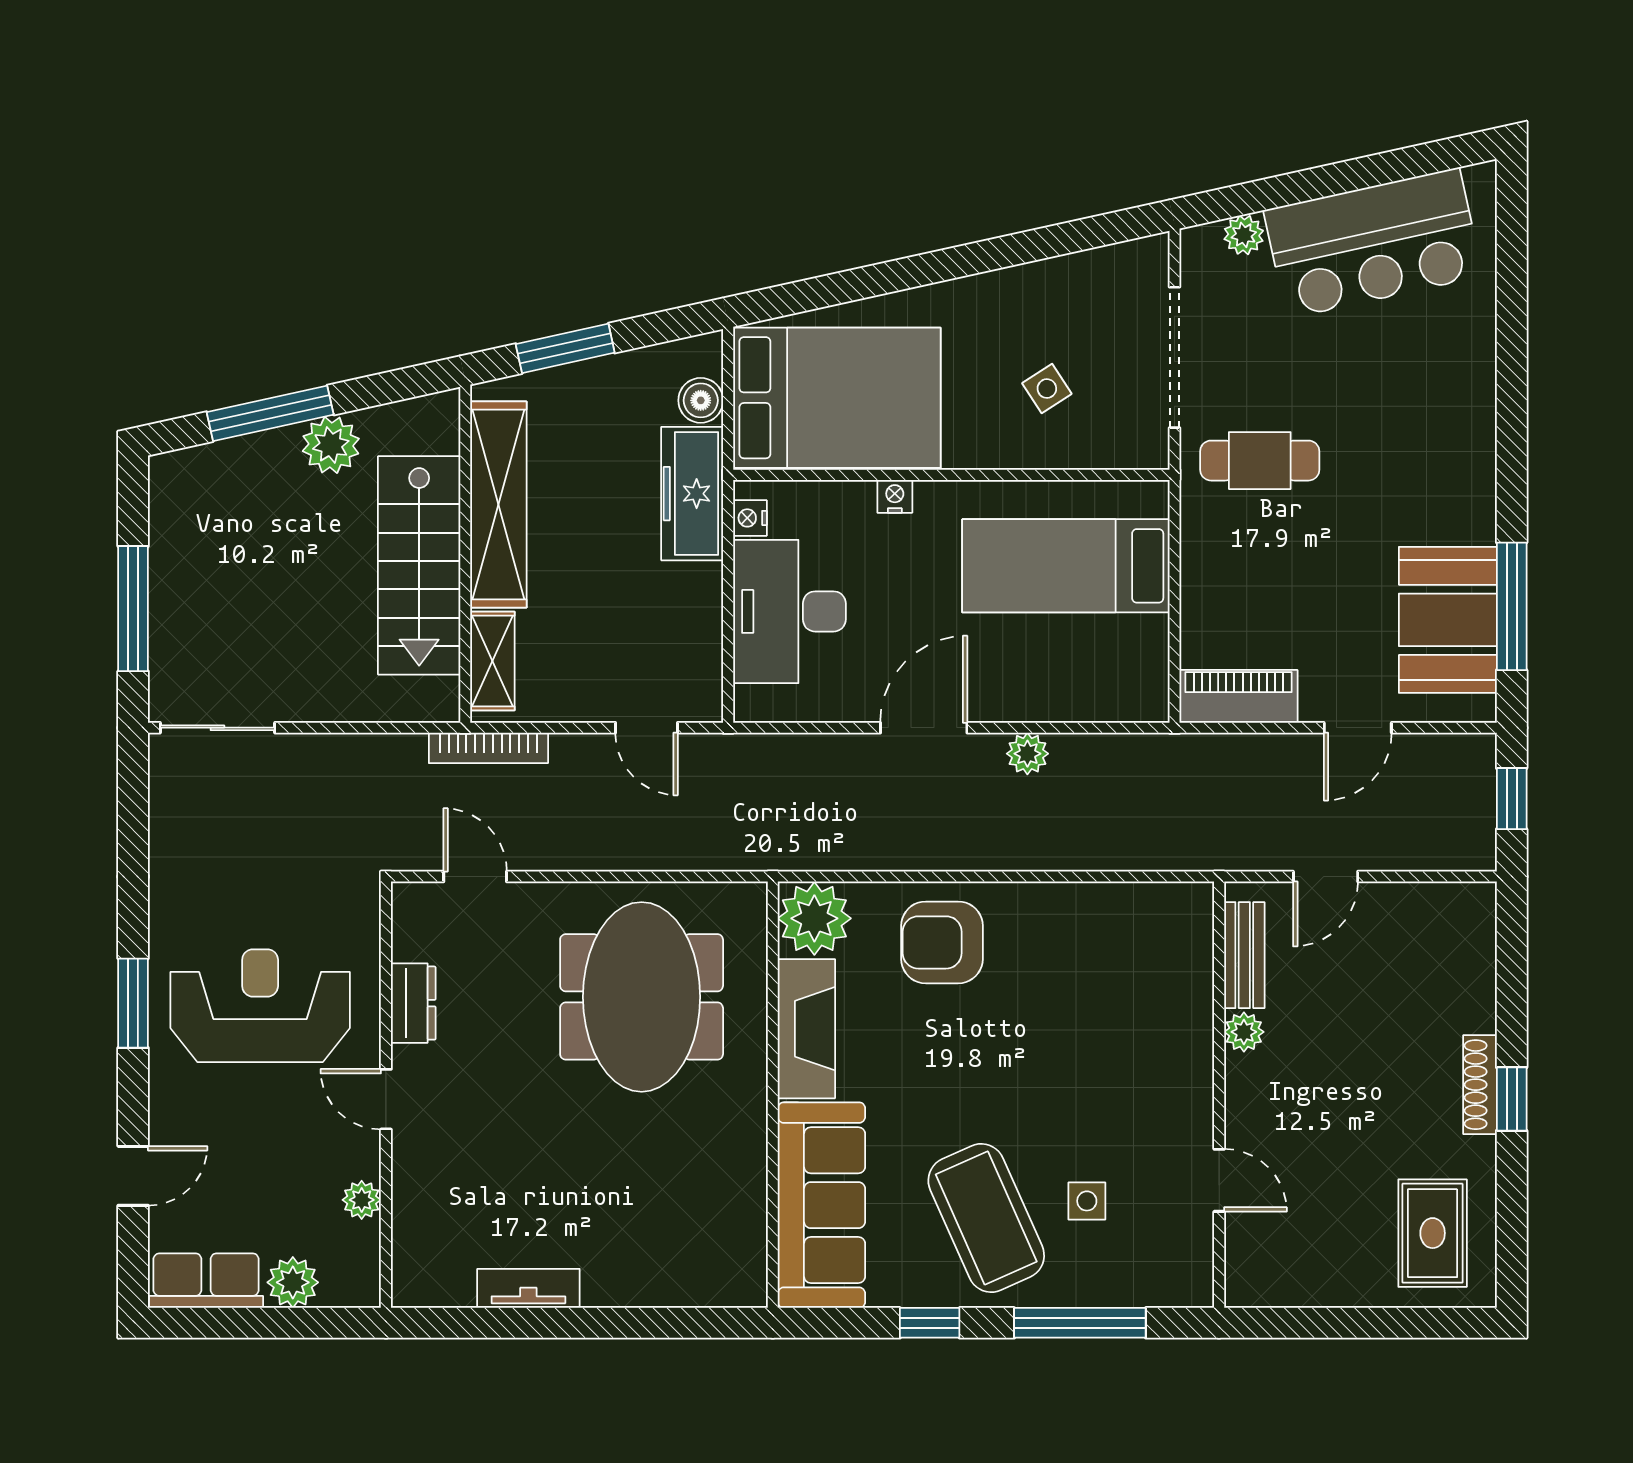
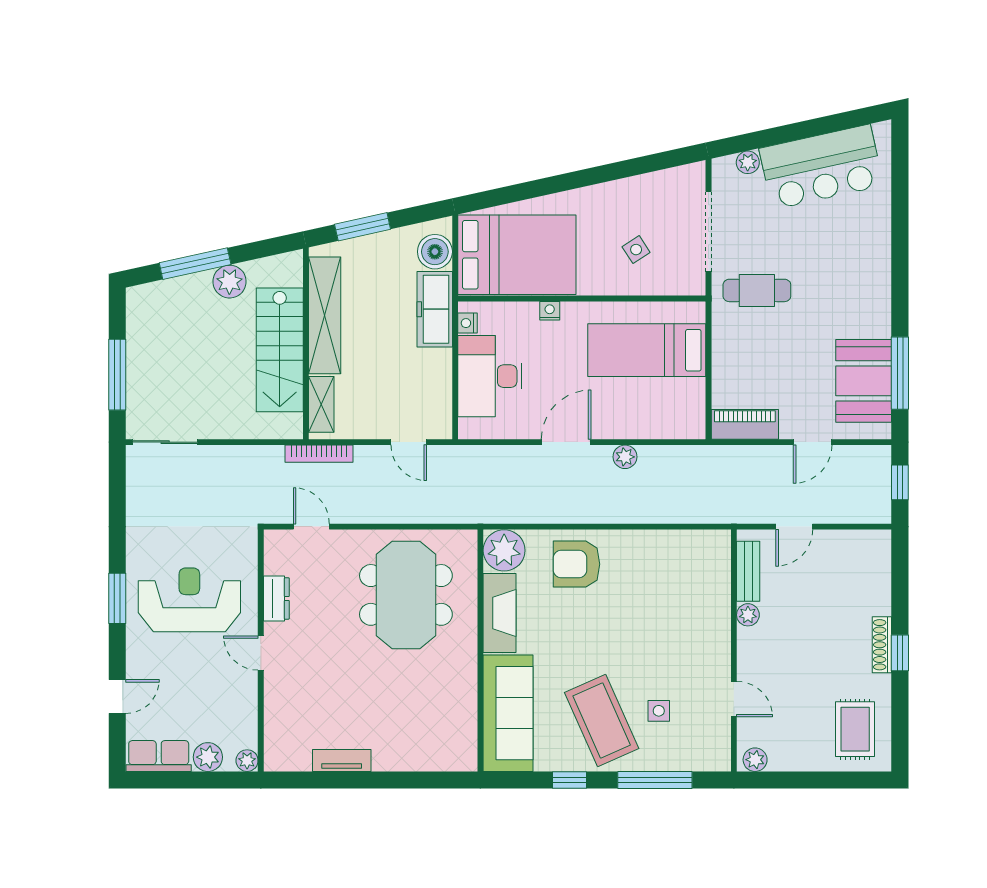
boiler: (701, 400) -> (435, 252), width x1.36, depth x1.36
plant: (362, 1200) -> (247, 761), moved
plant: (1257, 1287) -> (755, 760), added

